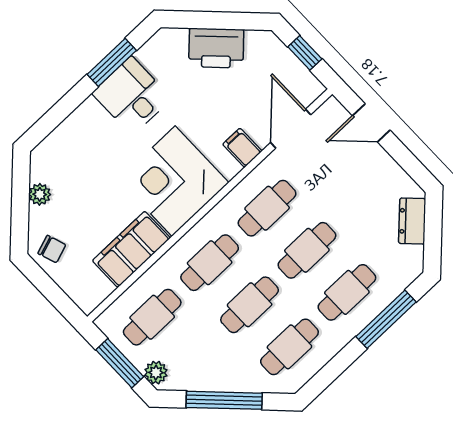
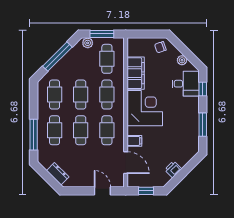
printer: (216, 48) -> (173, 169), width x0.53, depth x0.68
desk: (132, 96) -> (186, 84), moved
window: (54, 117) -> (203, 89), added
door: (371, 123) -> (102, 191), hinge flipped

